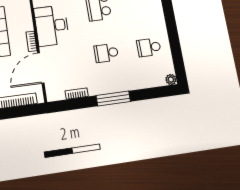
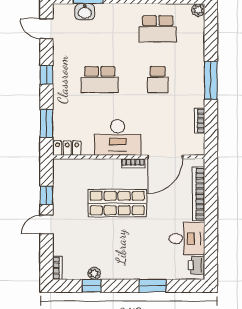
school desk: (149, 47) -> (158, 29), width x1.85
door: (41, 68) -> (165, 157), hinge flipped

